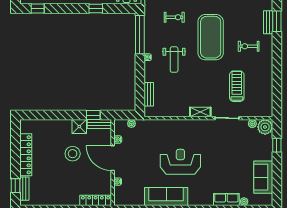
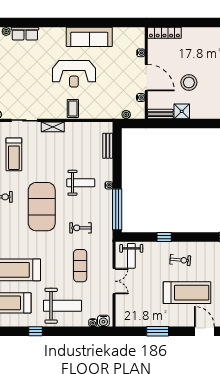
weight bench: (174, 60) -> (81, 183), turned 90
window: (93, 115) -> (167, 124), removed
coffee table: (181, 129) -> (73, 109), added

